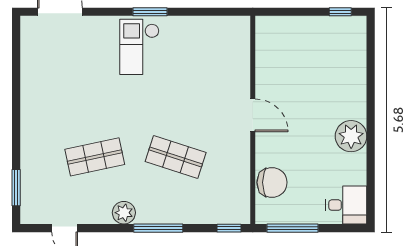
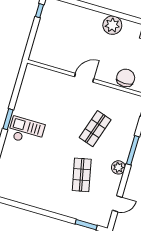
checkout: (139, 47) -> (26, 131), turned 180

